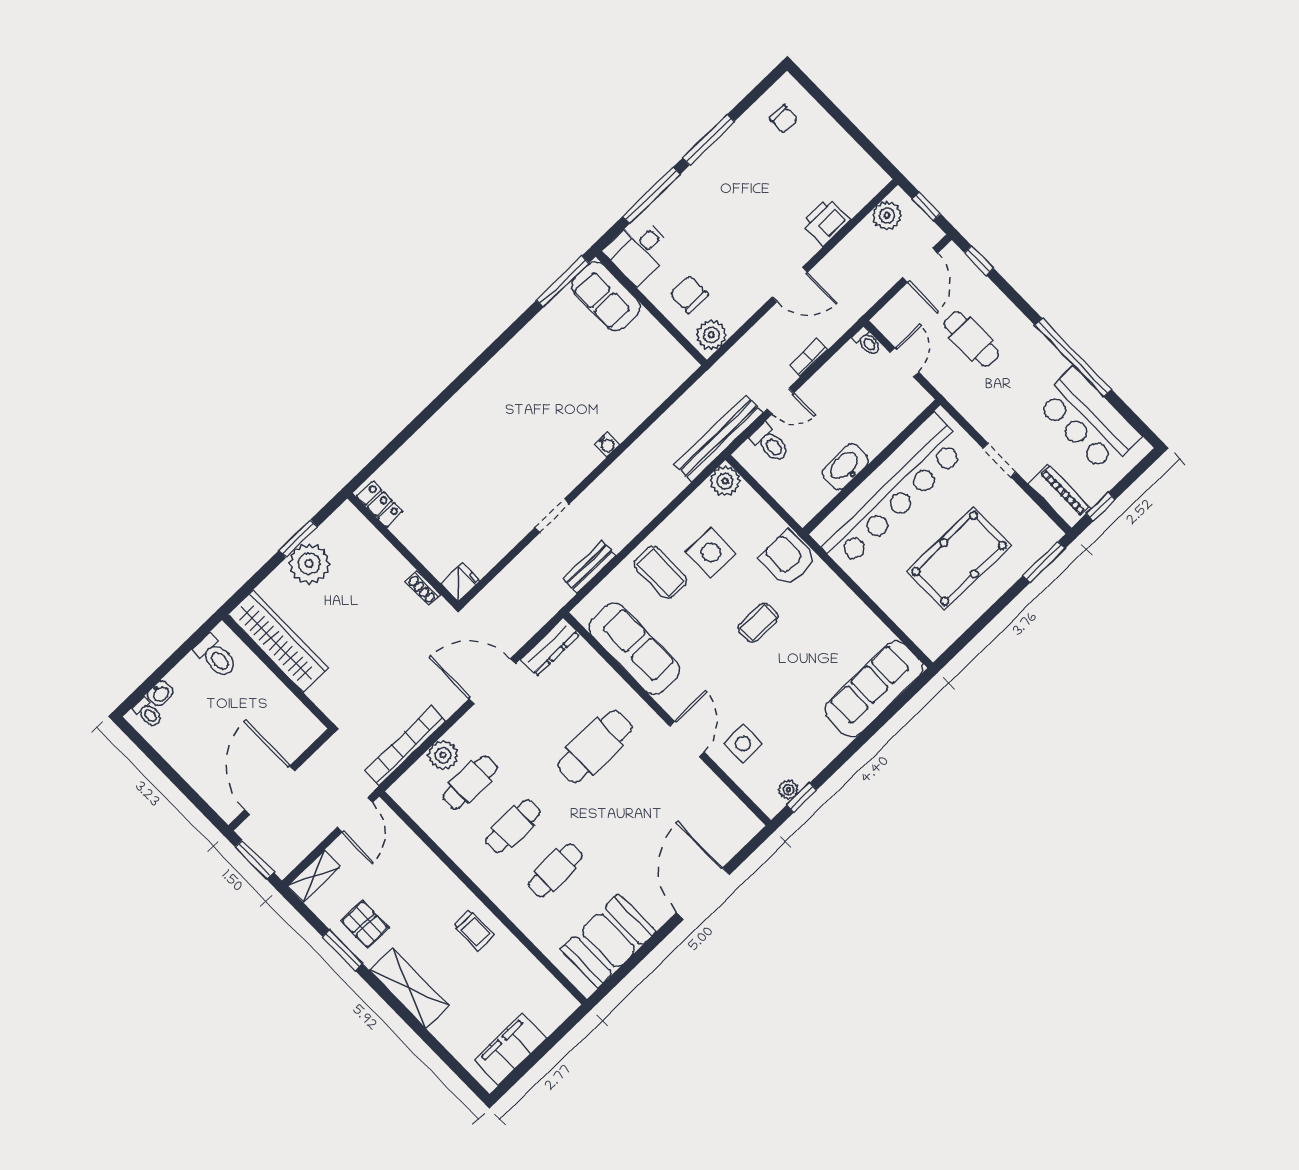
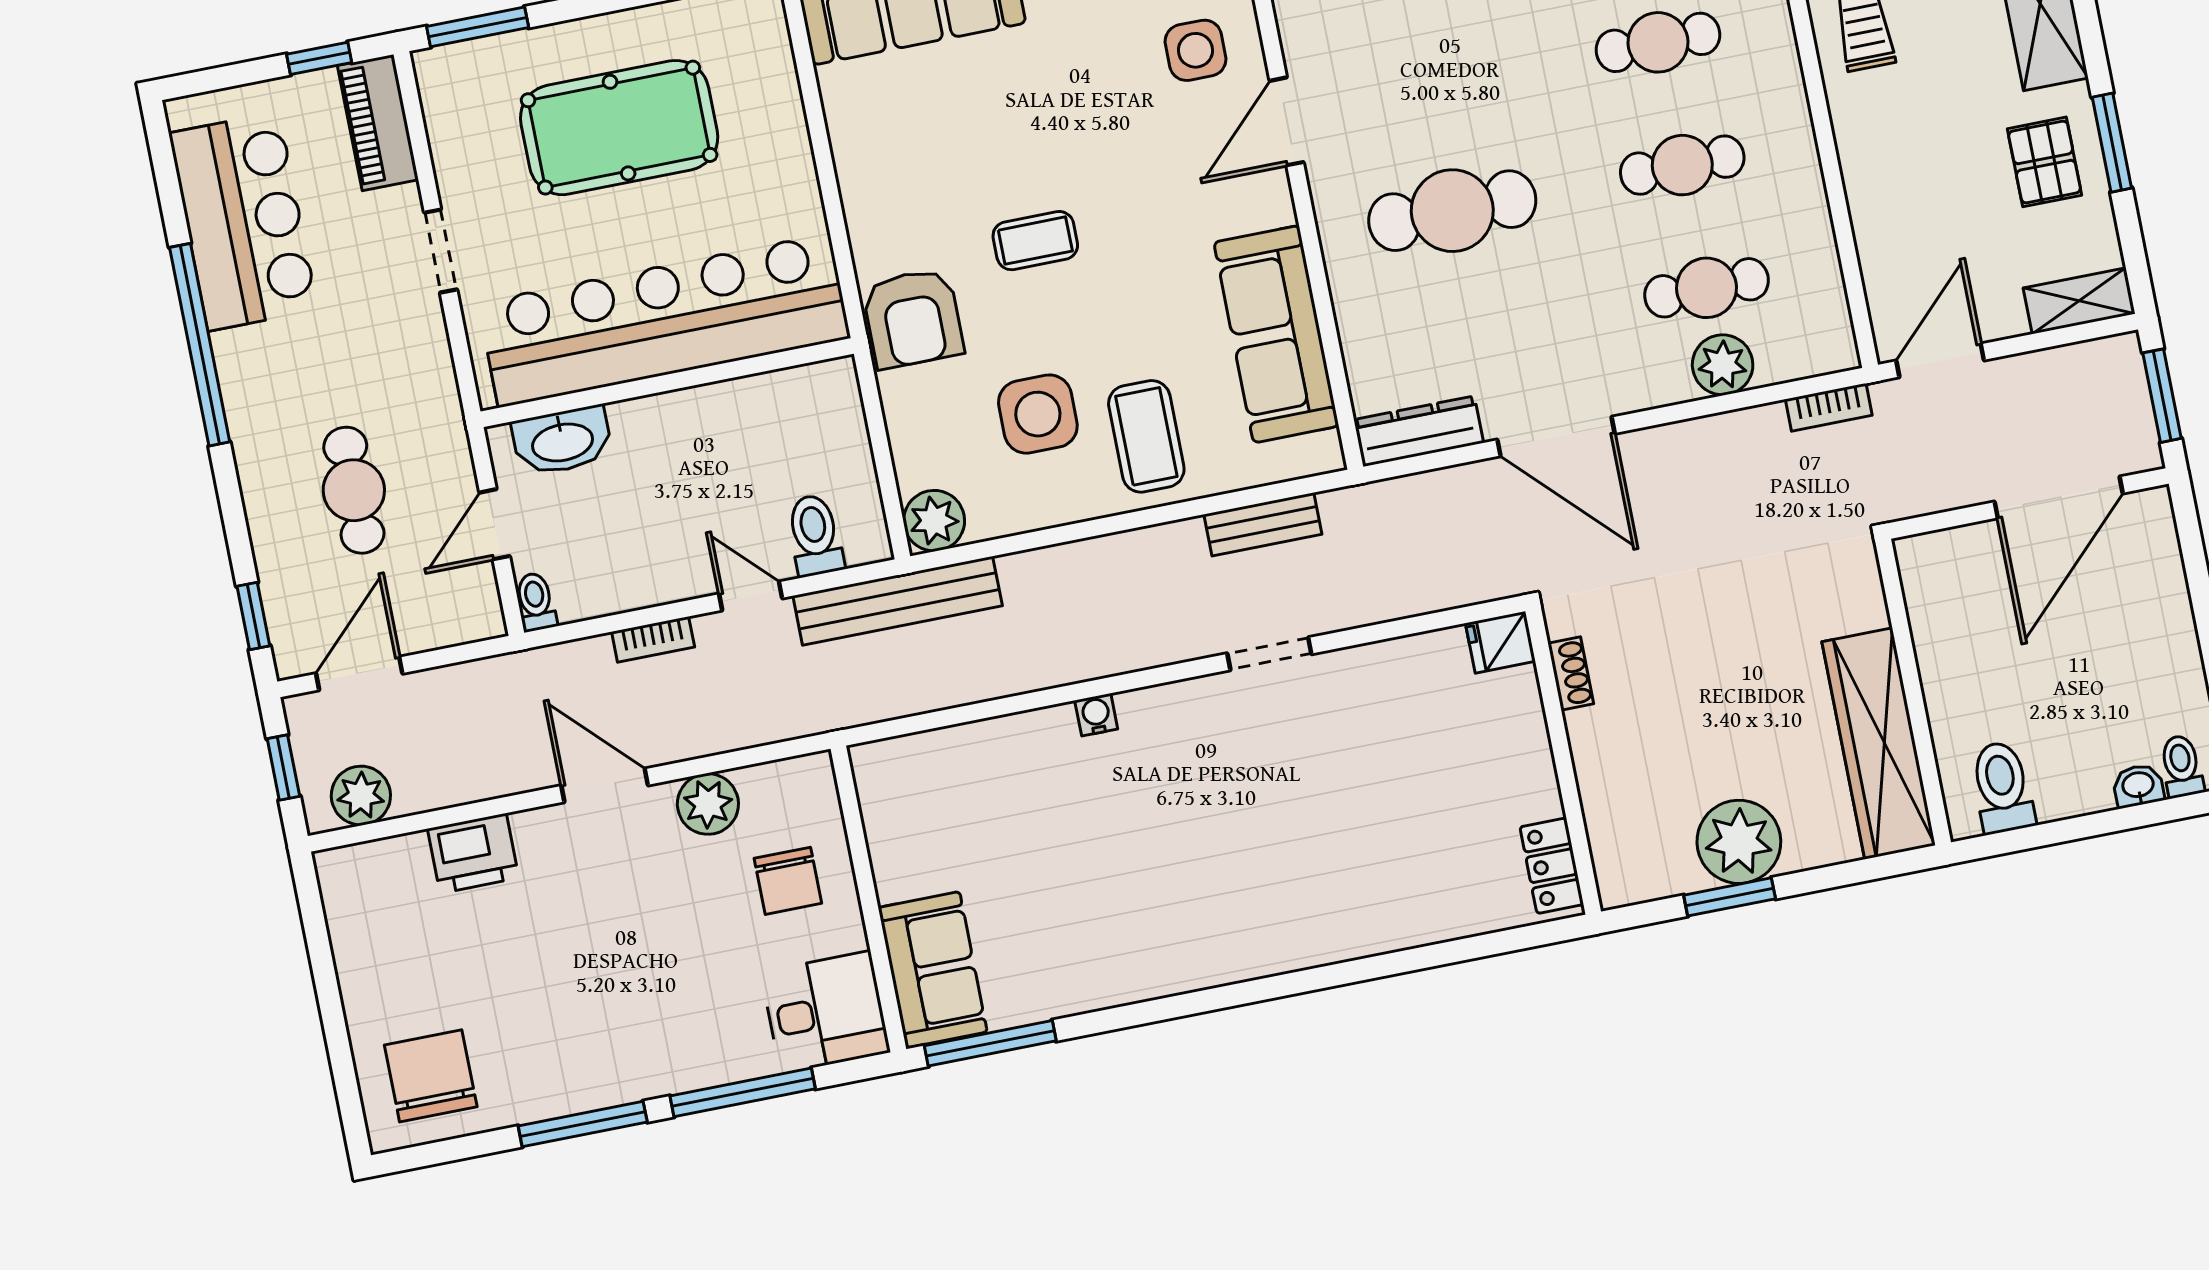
chair: (784, 119) -> (431, 1076), width x1.87, depth x1.87
plant: (711, 335) -> (708, 804), moved
washbasin: (845, 467) -> (562, 441), moved
bookcase: (405, 746) -> (1829, 407), width x0.43, depth x0.76

